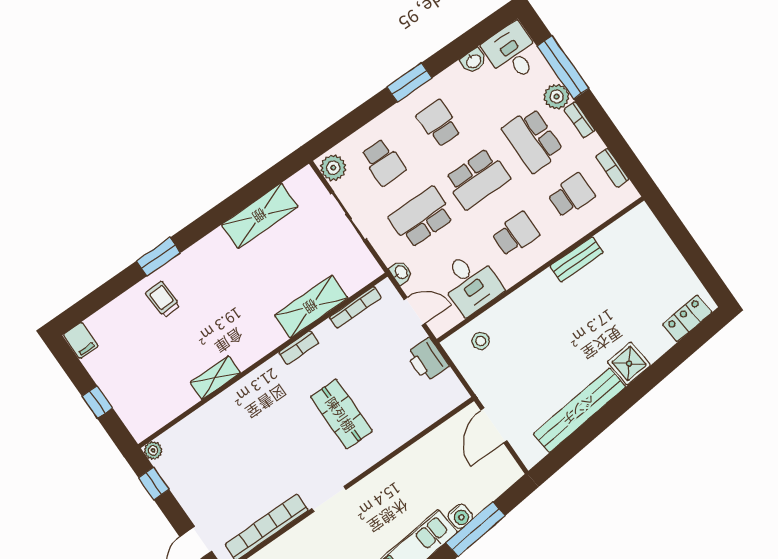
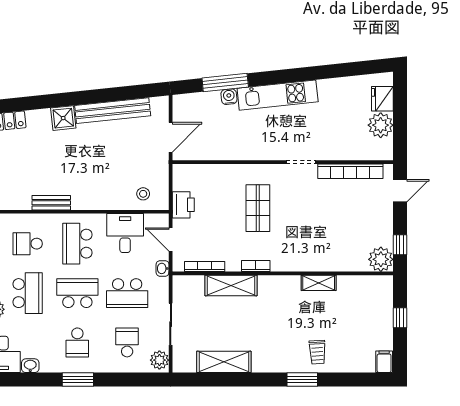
school desk: (516, 234) -> (77, 244), width x1.85
plant: (153, 450) -> (381, 259), width x1.87, depth x1.87

